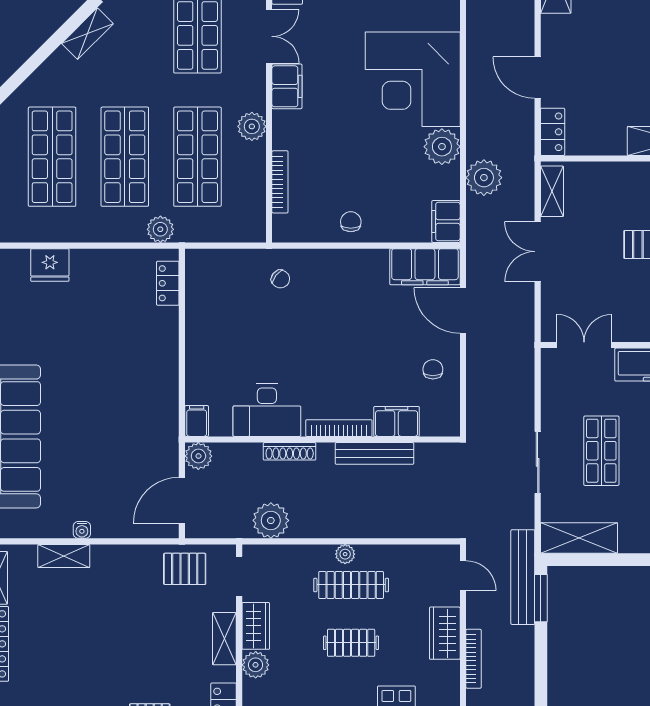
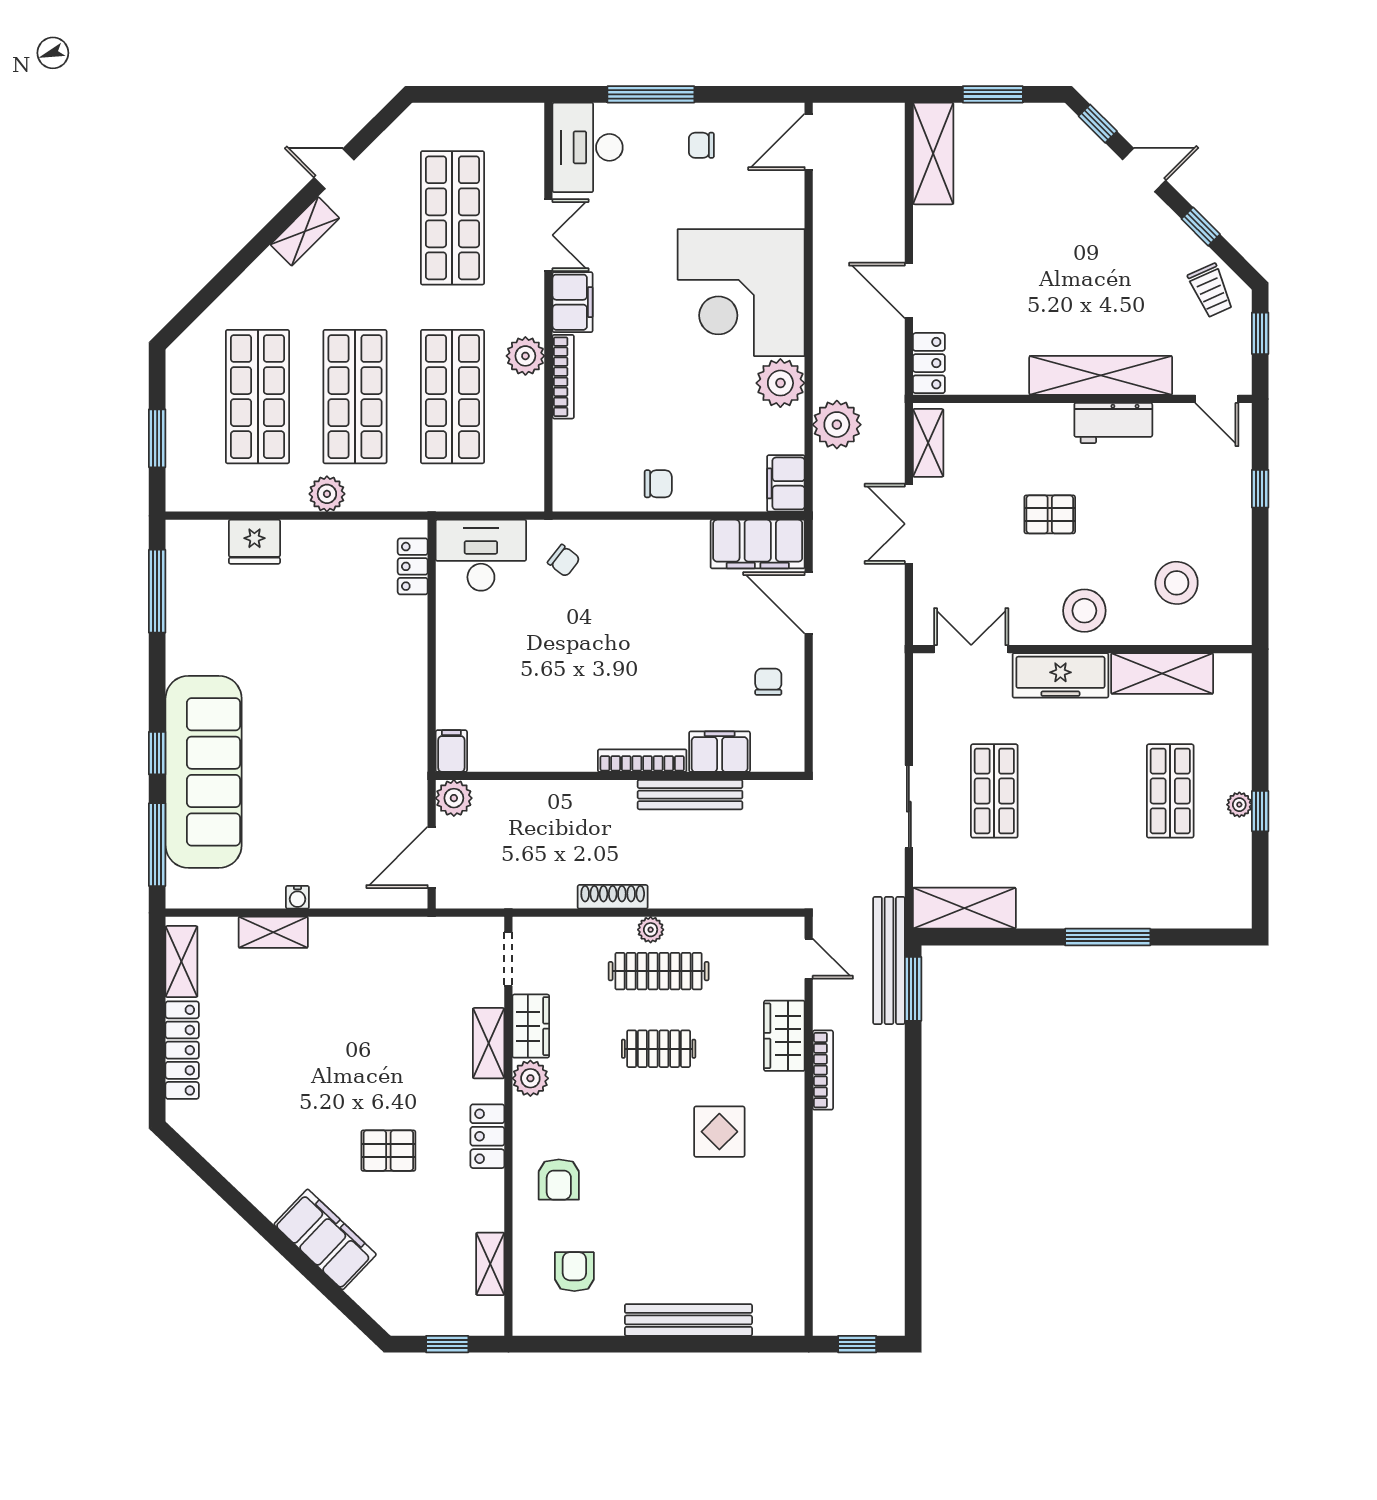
bookcase: (280, 182) -> (563, 377), moved
chair: (351, 222) -> (658, 484), turned 90
plant: (160, 229) -> (327, 494), moved
desk: (267, 410) -> (481, 555), moved, turned 180
shoe rack: (290, 451) -> (613, 897), moved, turned 180
plant: (271, 520) -> (551, 885), removed
pallet: (185, 569) -> (435, 950), removed

